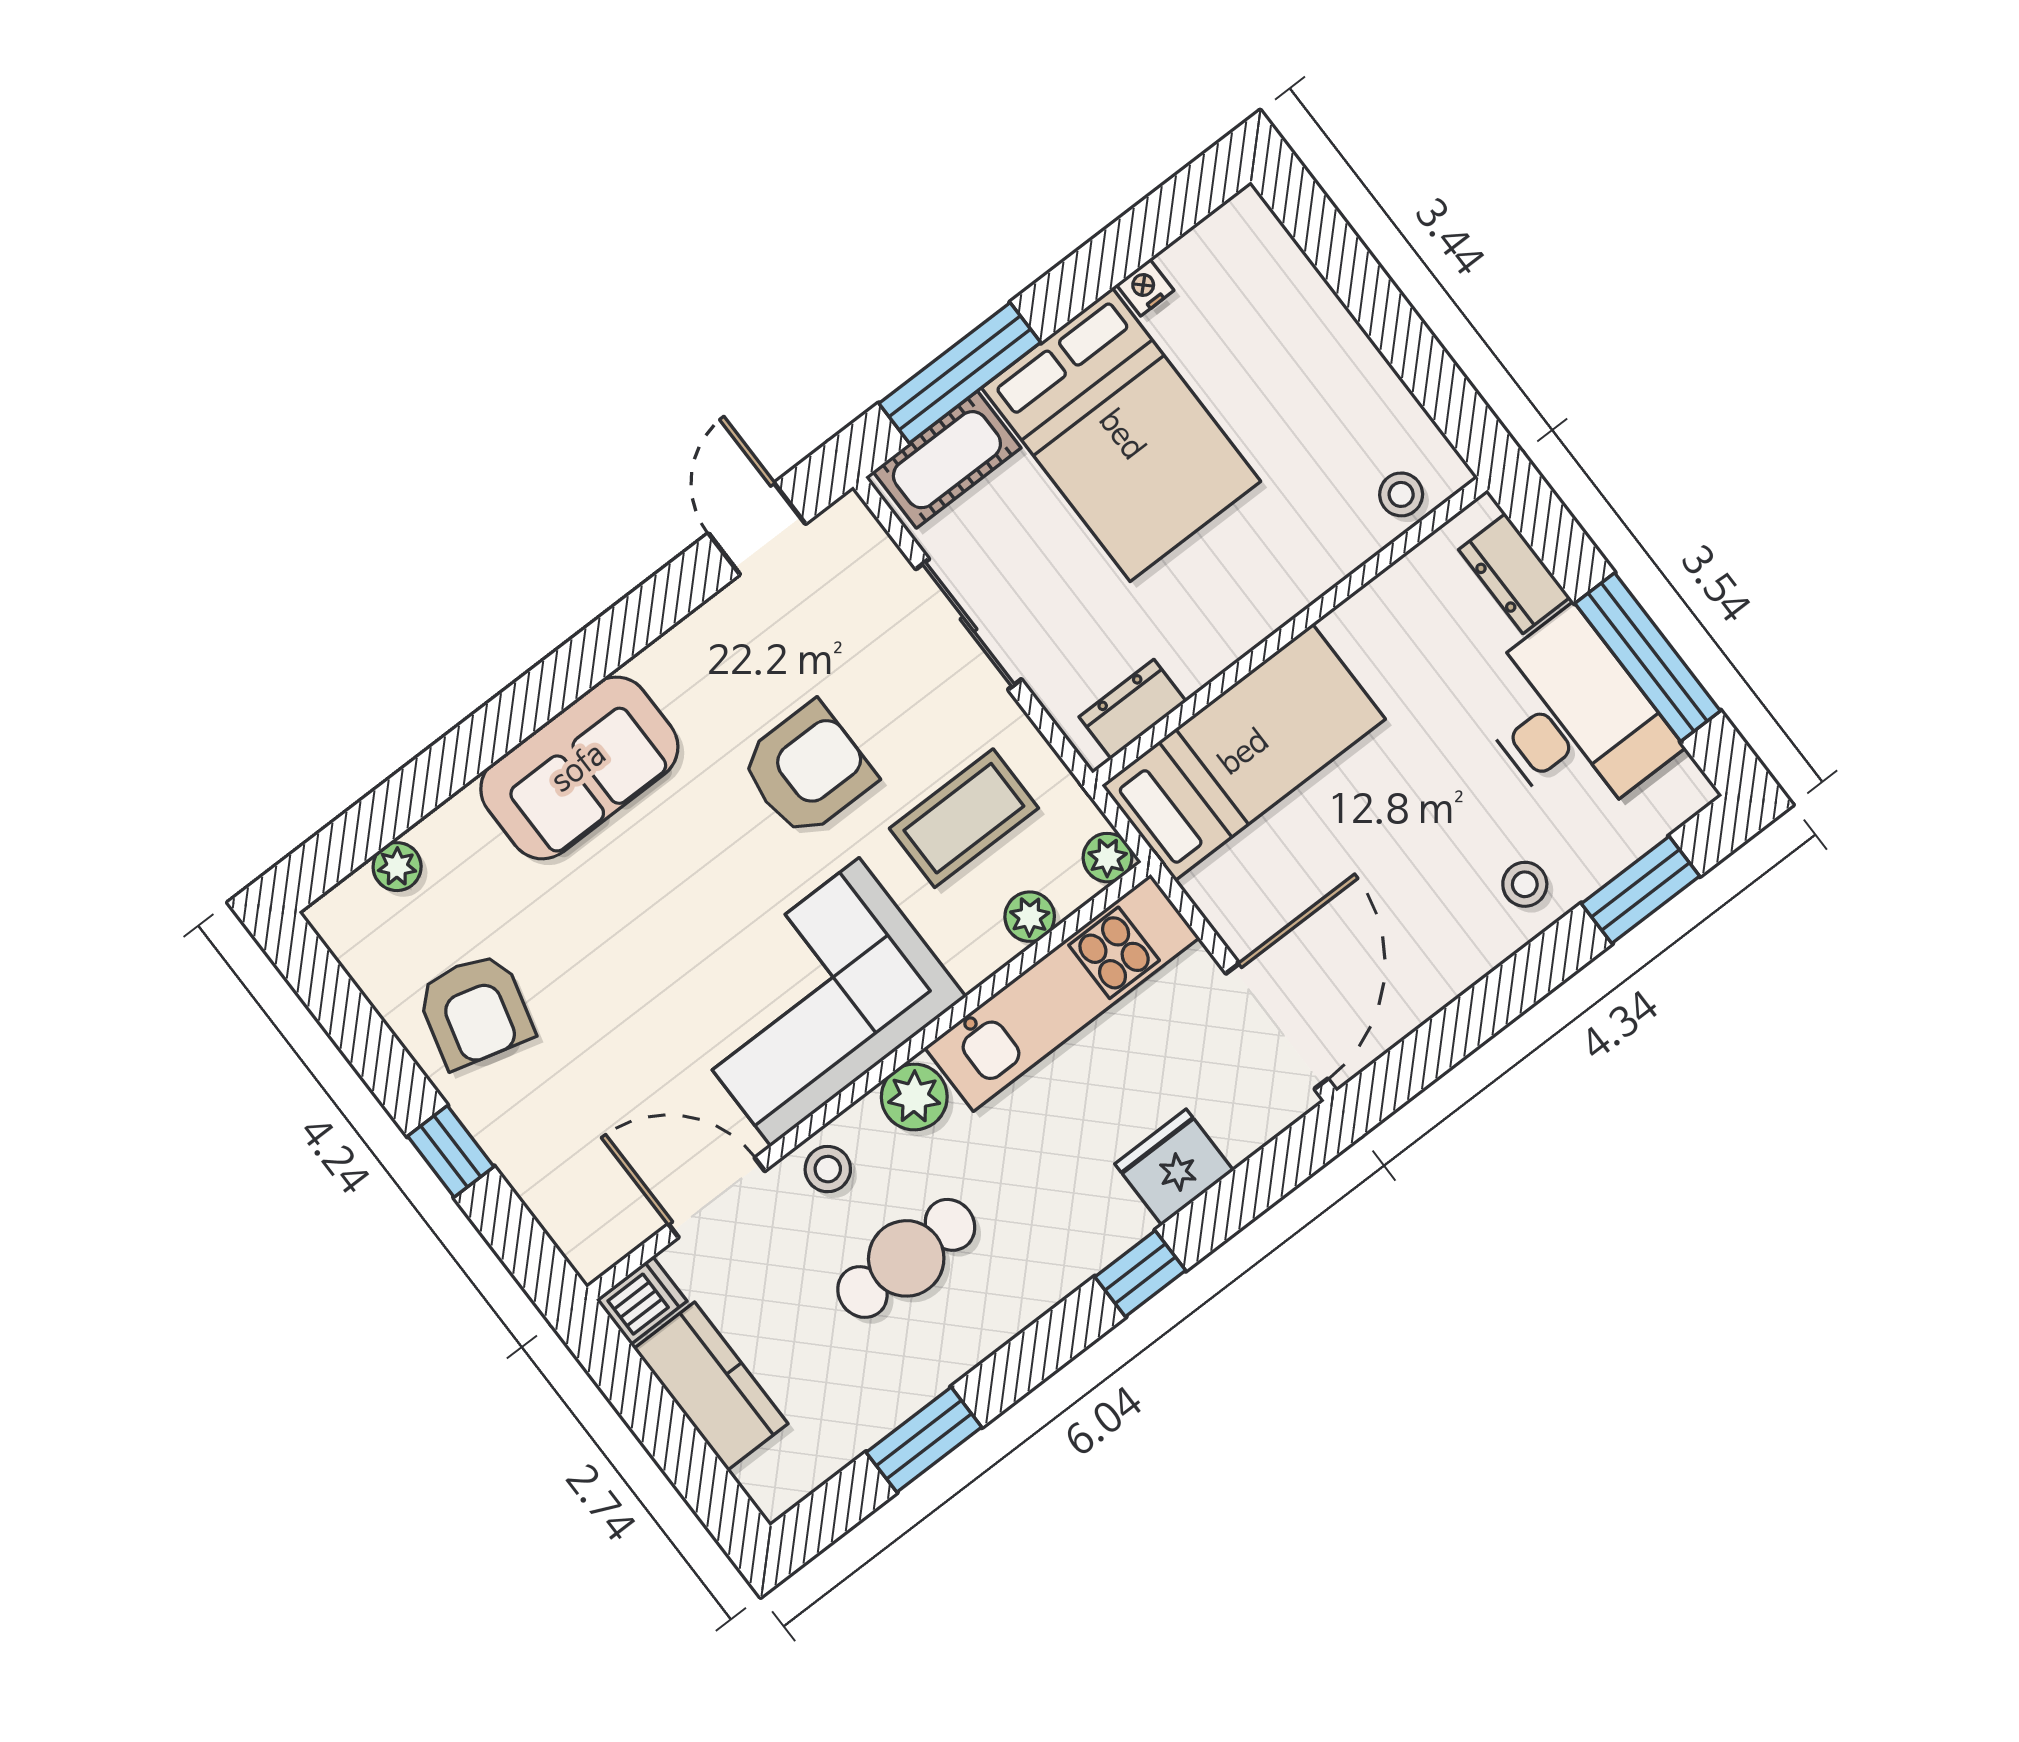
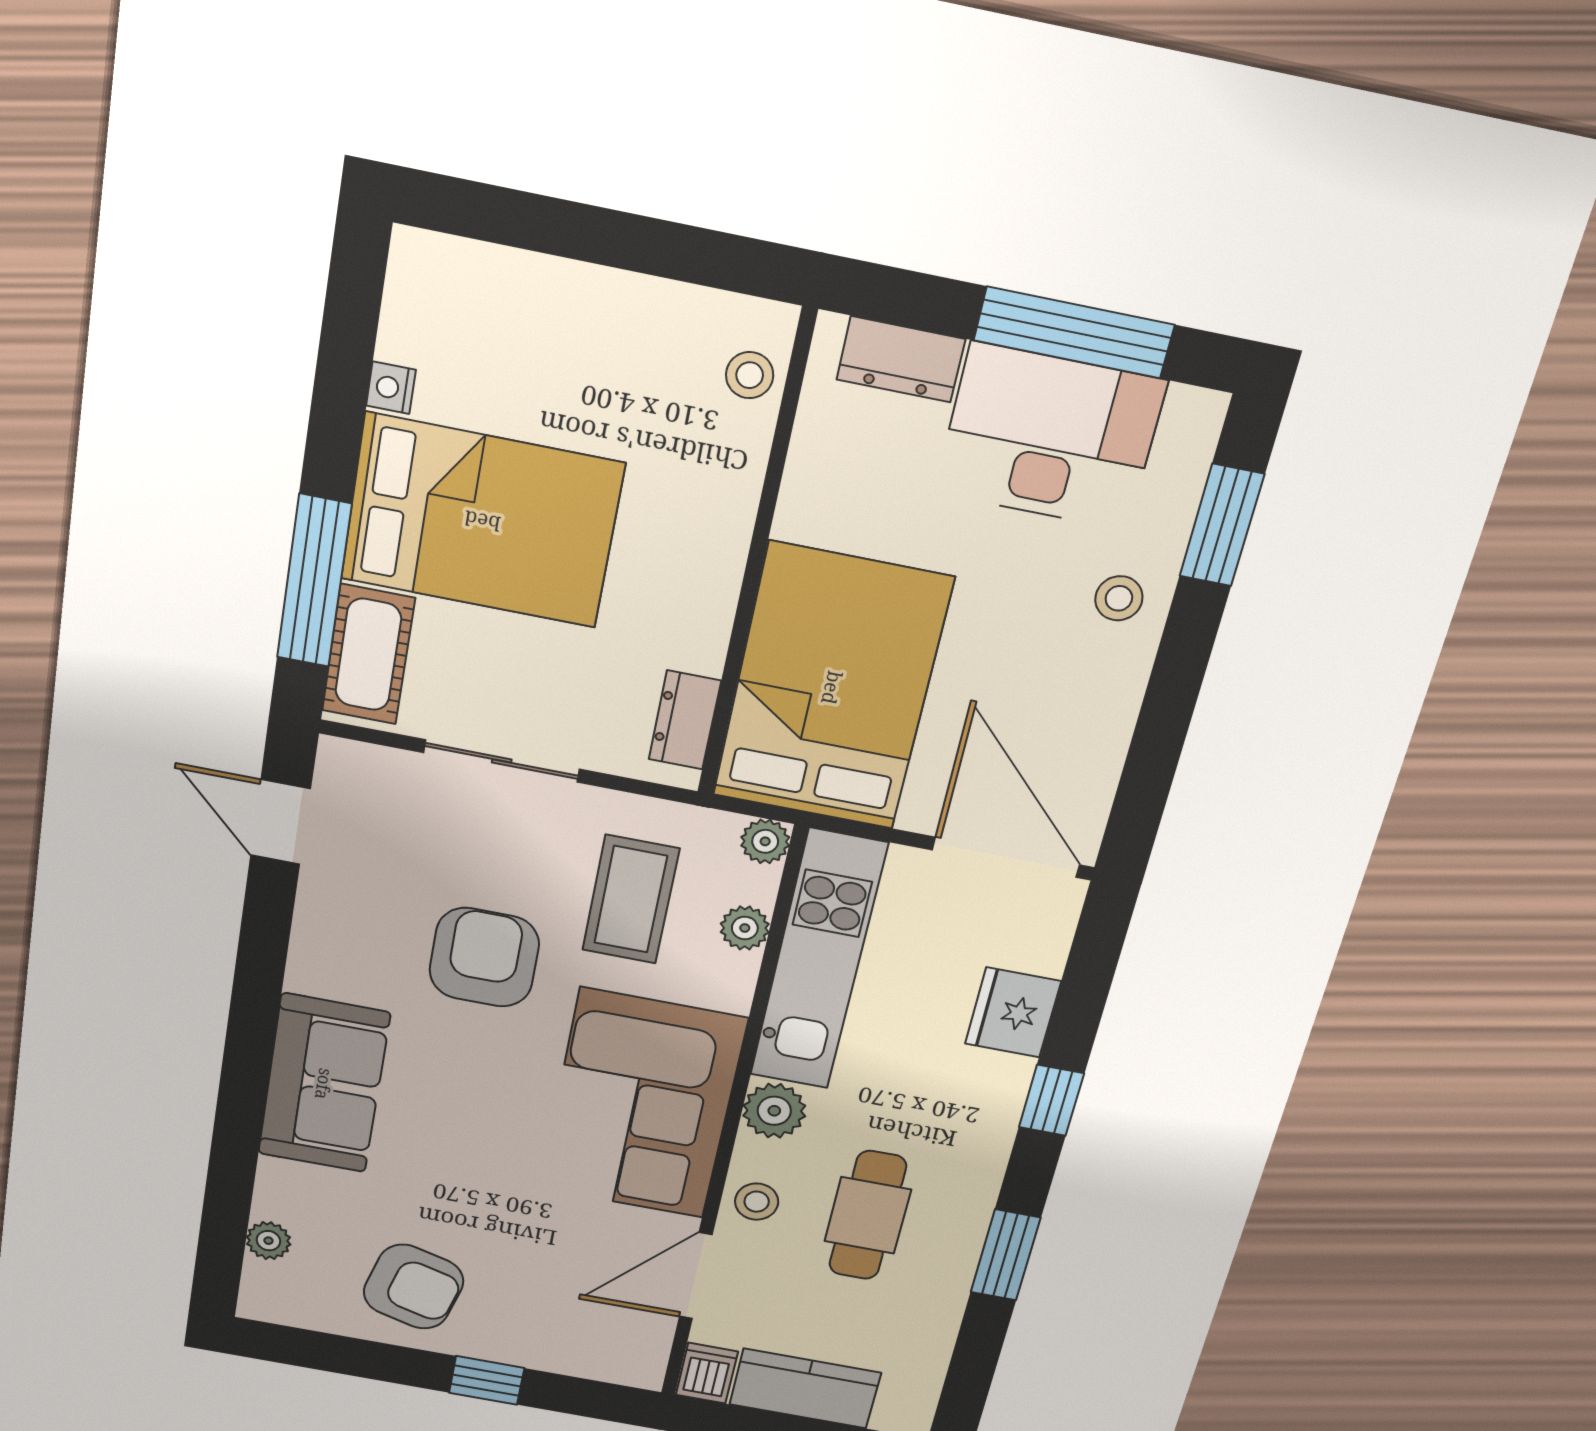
bed: (1244, 753) -> (832, 688), width x1.50
window: (924, 1440) -> (1006, 1255), moved

